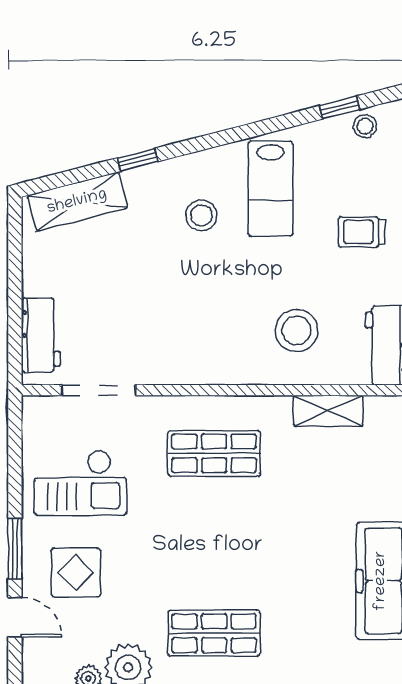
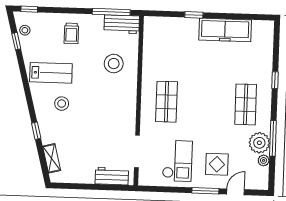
shelving: (77, 202) -> (52, 158), width x0.67, depth x0.75
shelving: (328, 411) -> (150, 51), removed

